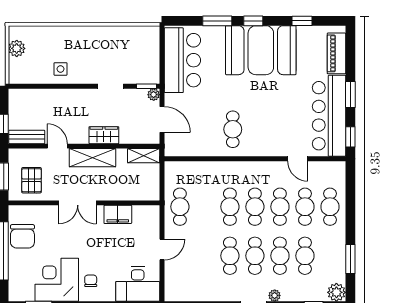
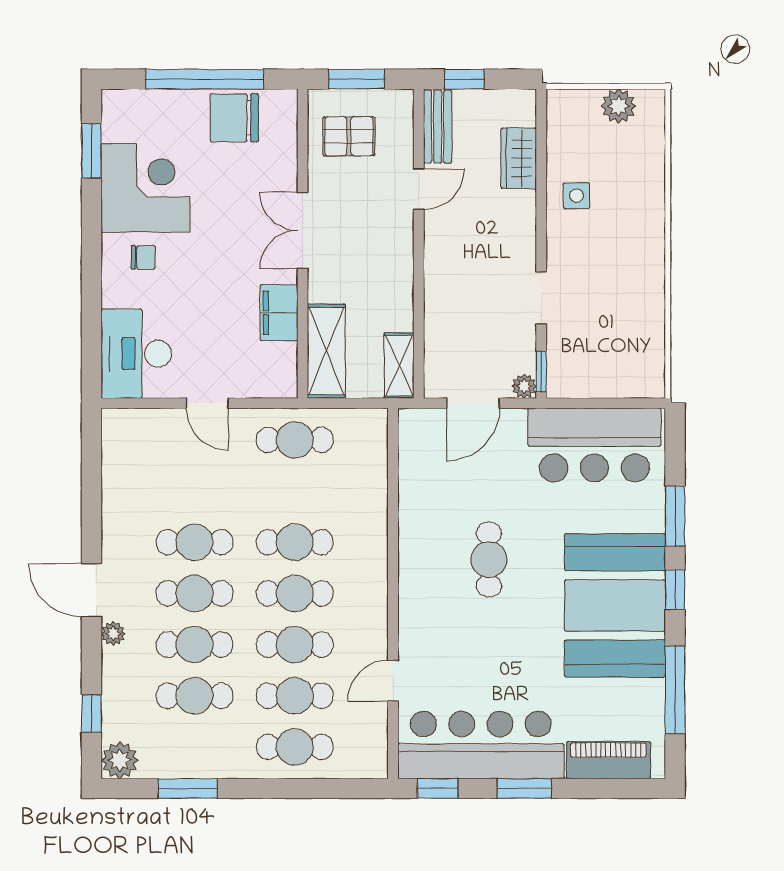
window: (302, 21) -> (675, 690), width x2.17
cafe table: (233, 129) -> (489, 560), moved, turned 90
wardrobe: (104, 135) -> (519, 158), moved, turned 180
shelving: (92, 158) -> (326, 351), moved

